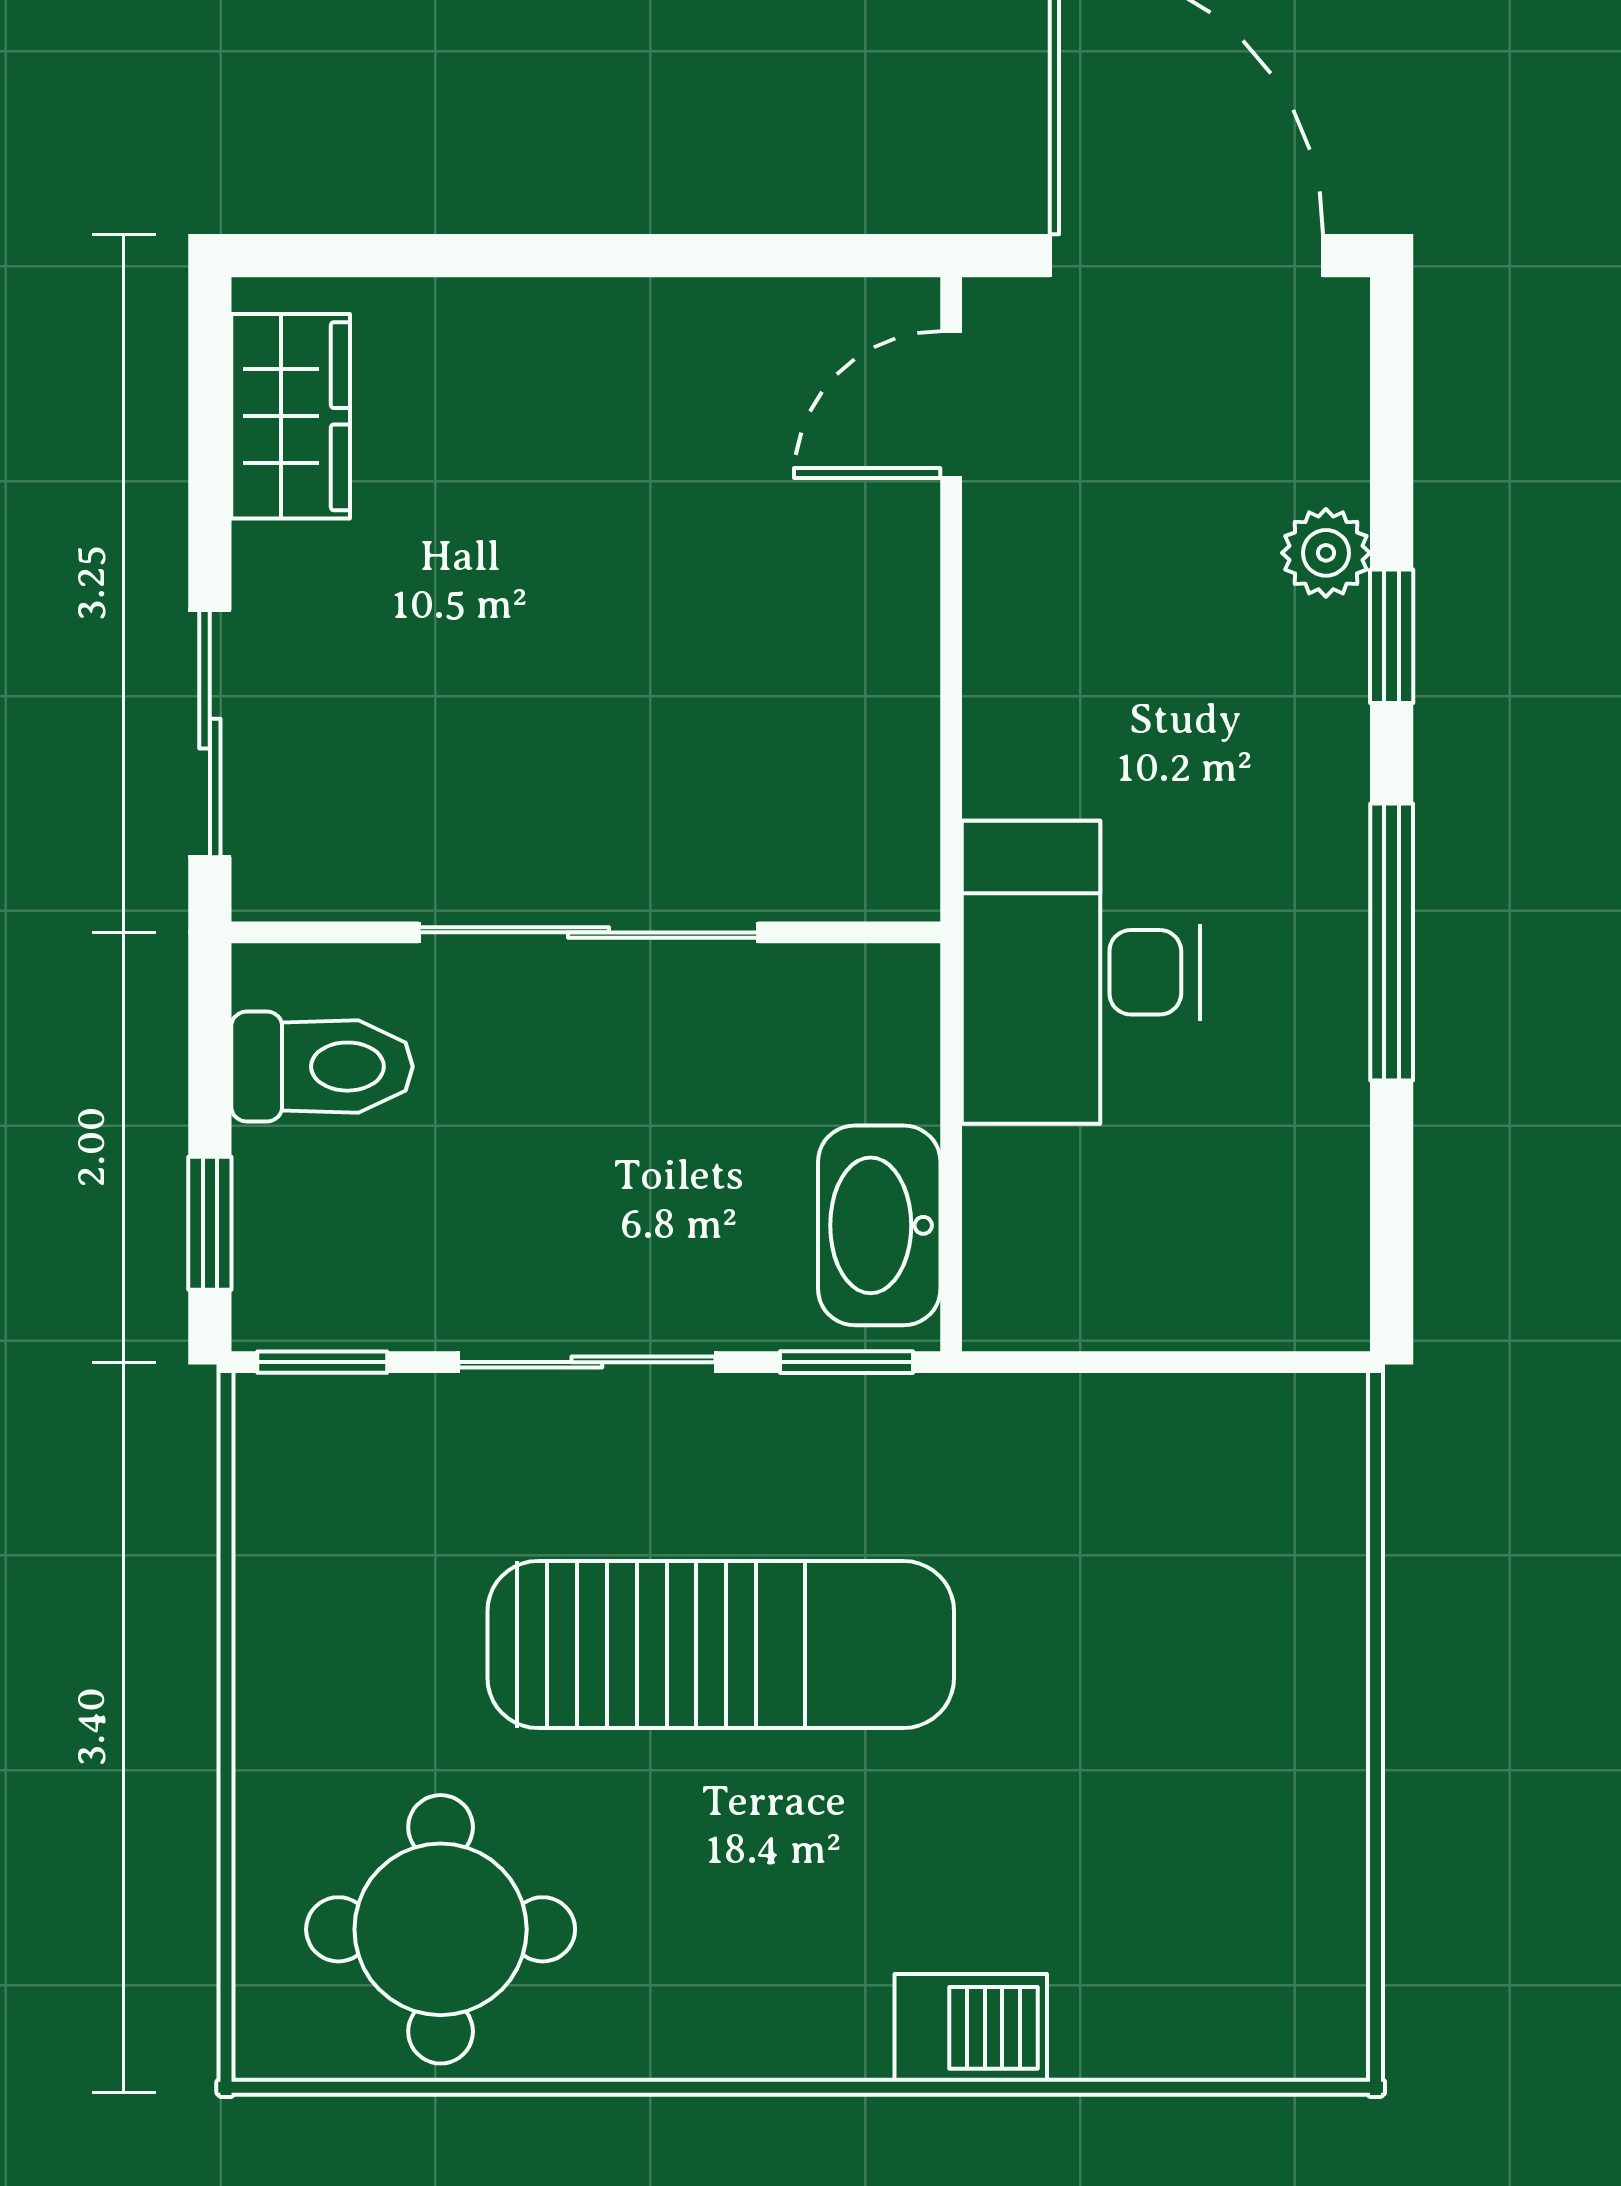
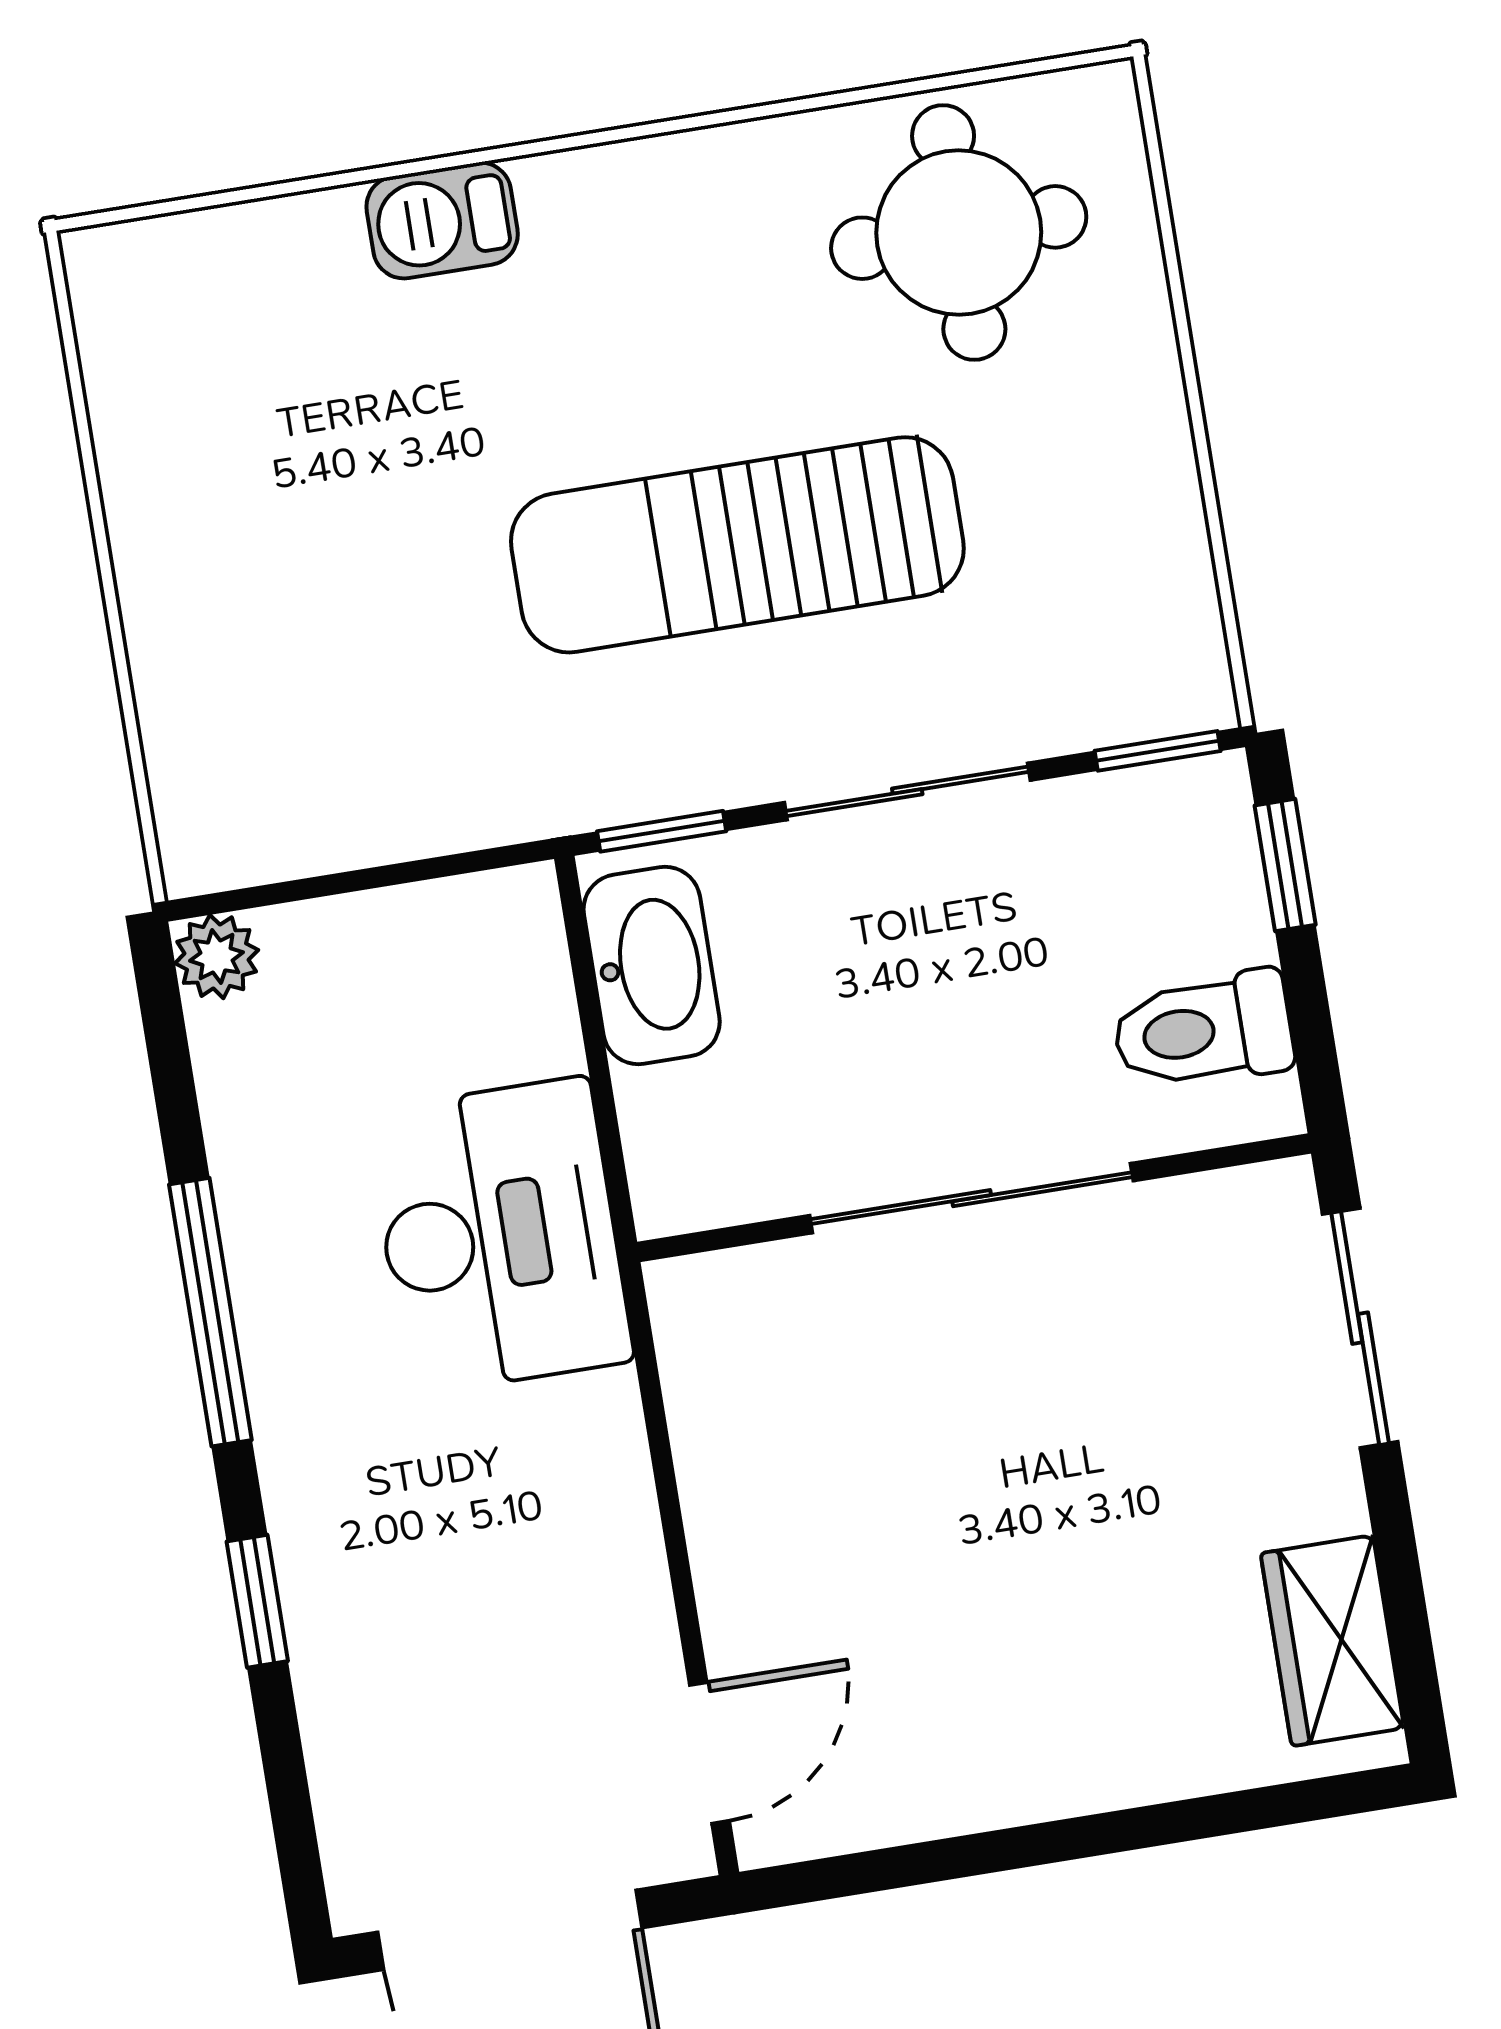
plant: (1326, 553) -> (217, 957), moved

